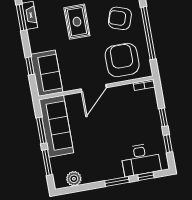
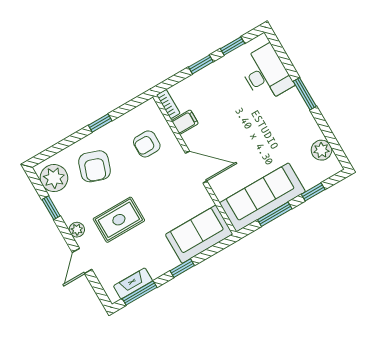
window: (148, 33) -> (100, 123), width x0.32
armchair: (122, 60) -> (147, 144), width x0.53, depth x0.53
window: (30, 66) -> (182, 268), moved
filing cabinet: (128, 92) -> (185, 122), added
window: (47, 162) -> (313, 192), width x0.67
window: (146, 176) -> (285, 59), removed

